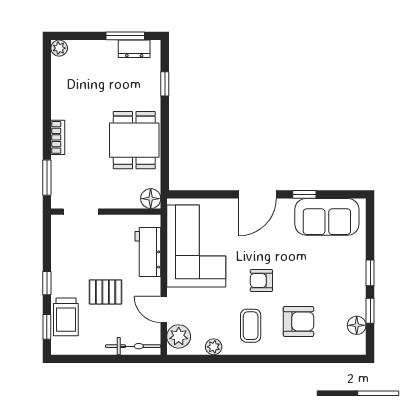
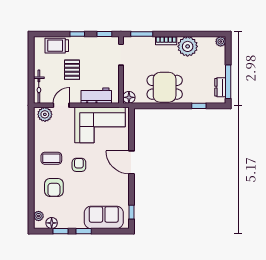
window: (125, 36) -> (228, 82), width x1.44
plant: (67, 102) -> (188, 46), added
window: (304, 194) -> (132, 212), moved
sofa: (327, 217) -> (104, 217), moved, turned 90
window: (47, 327) -> (104, 34), moved
plant: (214, 347) -> (39, 216), moved

